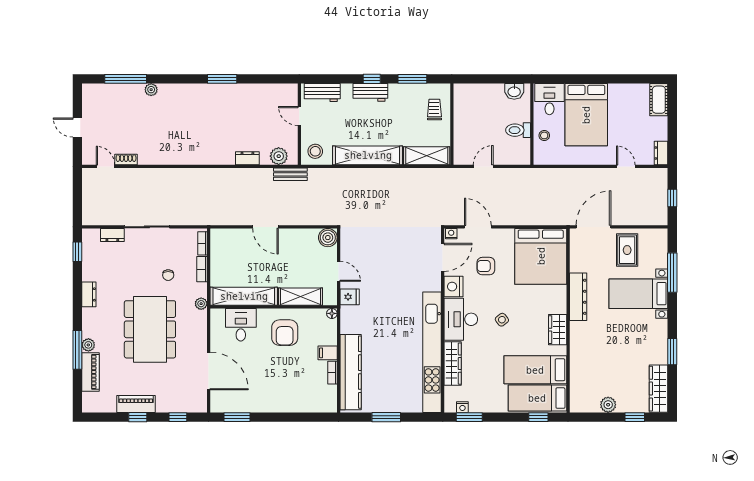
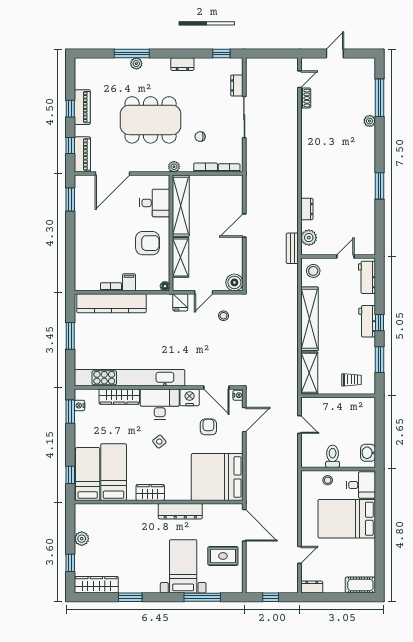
stool: (364, 249) -> (223, 316), added
armchair: (285, 333) -> (147, 243), turned 180
piano: (91, 372) -> (82, 154), moved, turned -90

